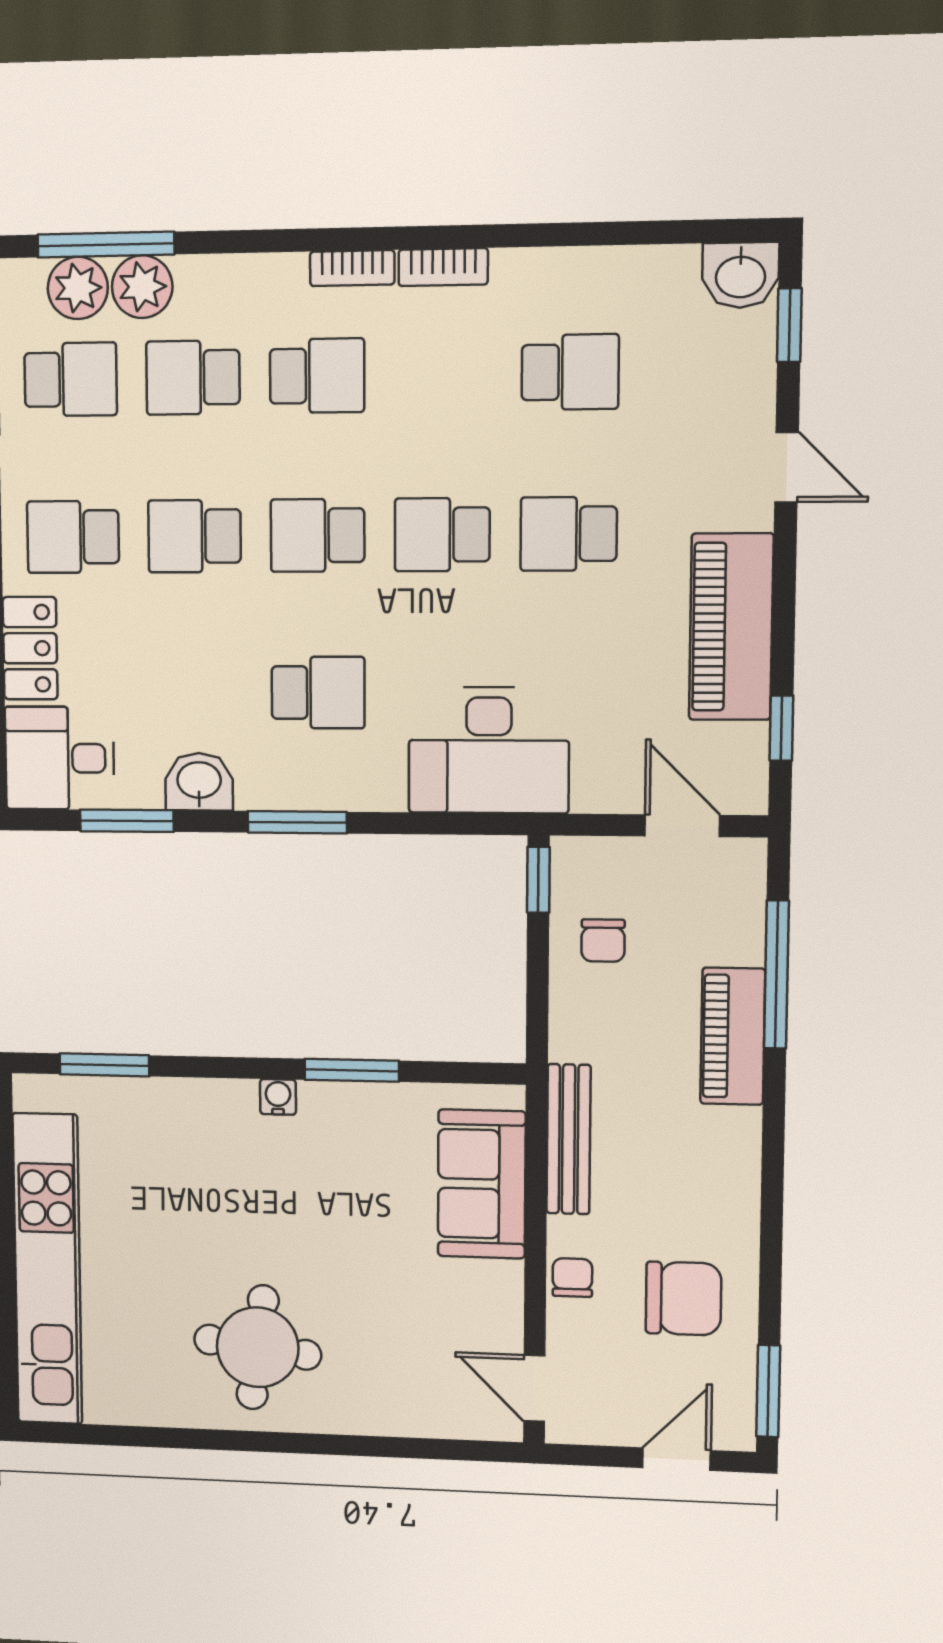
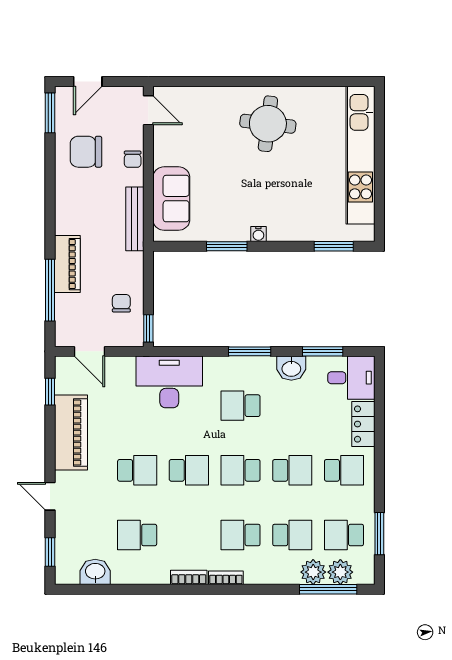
washbasin: (741, 275) -> (95, 572), moved
school desk: (318, 535) -> (241, 470), turned 180

